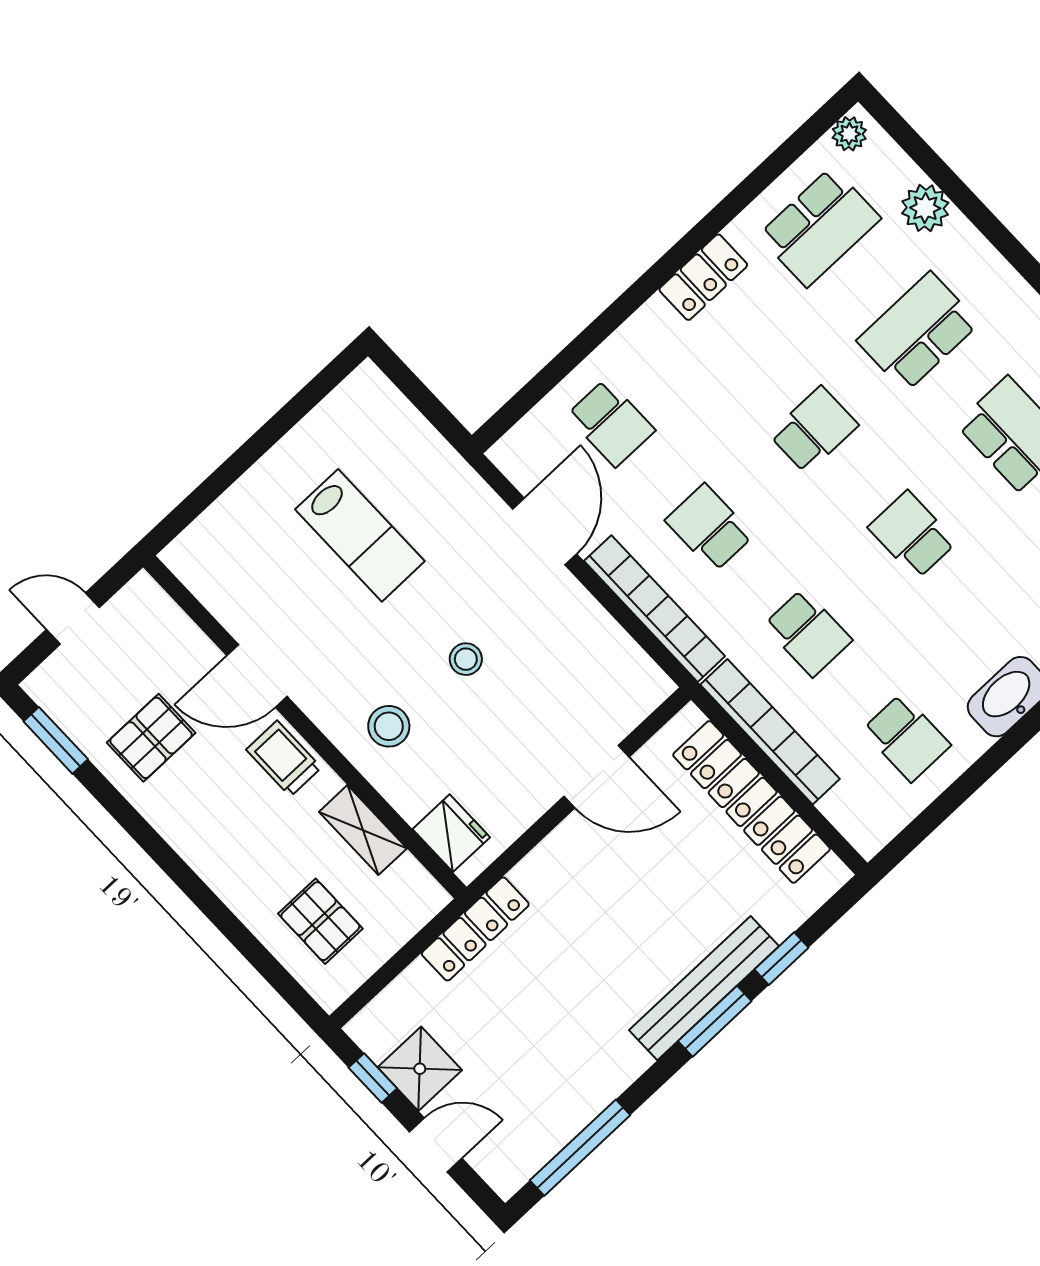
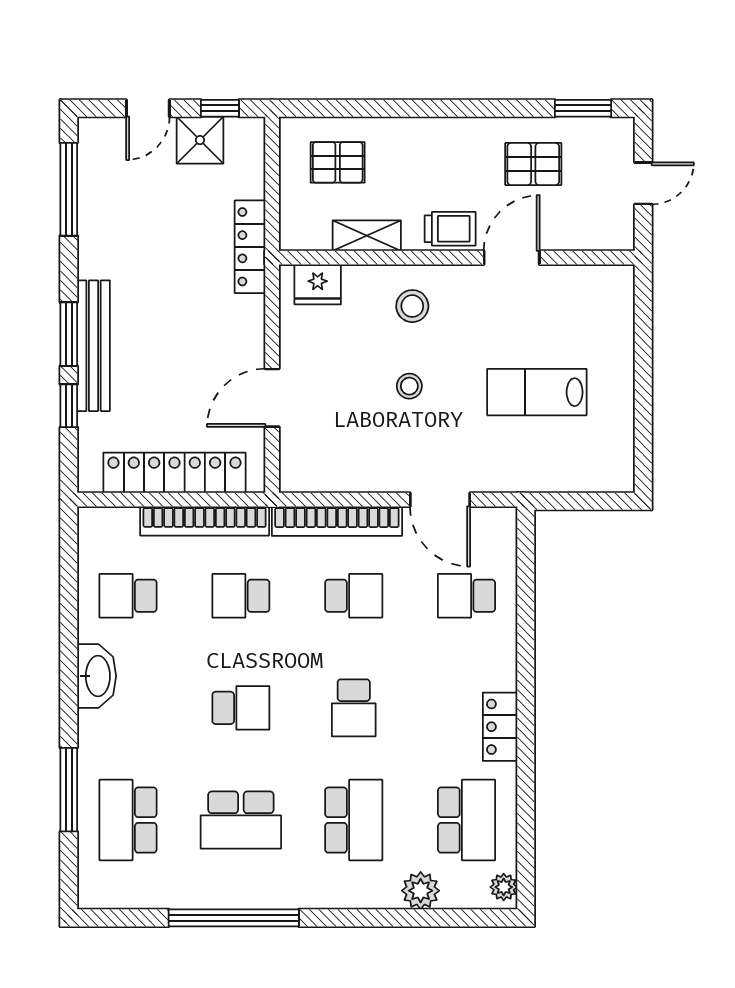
school desk: (819, 227) -> (467, 820), turned 180
pallet: (151, 738) -> (533, 164), turned 90

